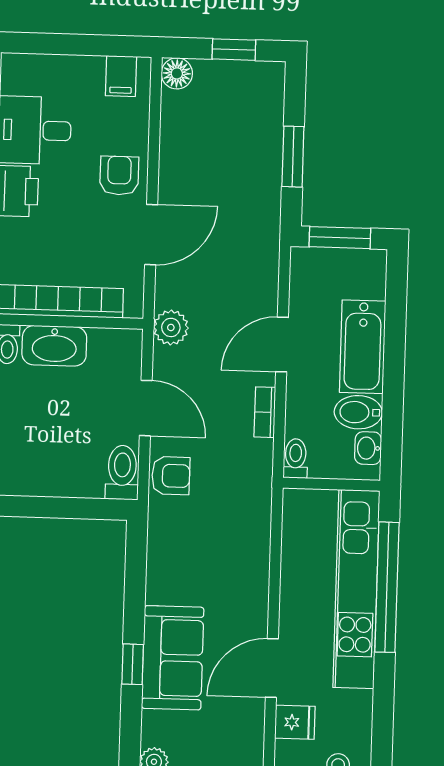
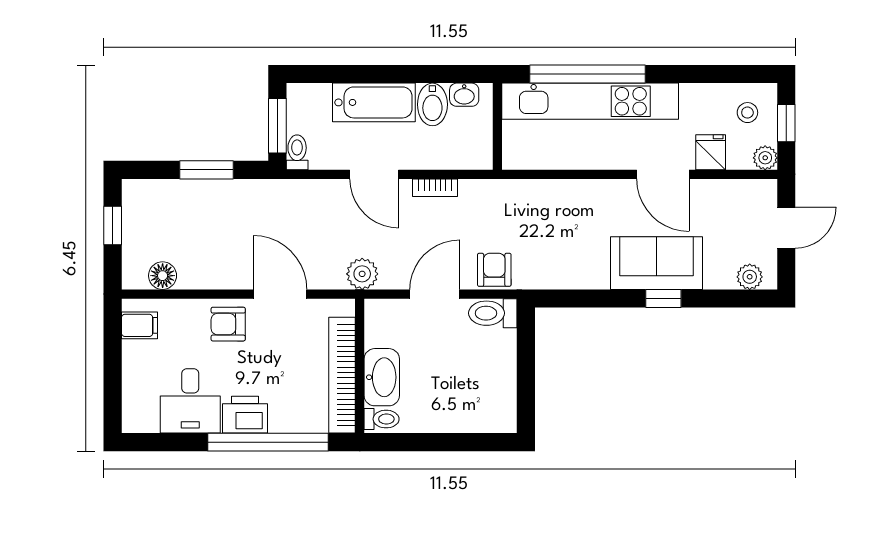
floor lamp: (177, 73) -> (163, 276), moved
toilet: (296, 458) -> (297, 152), moved, turned 90

